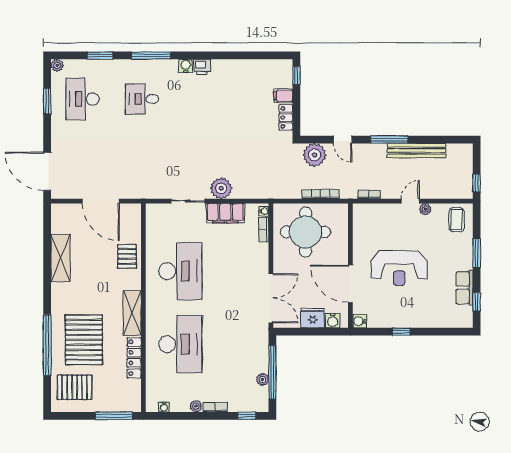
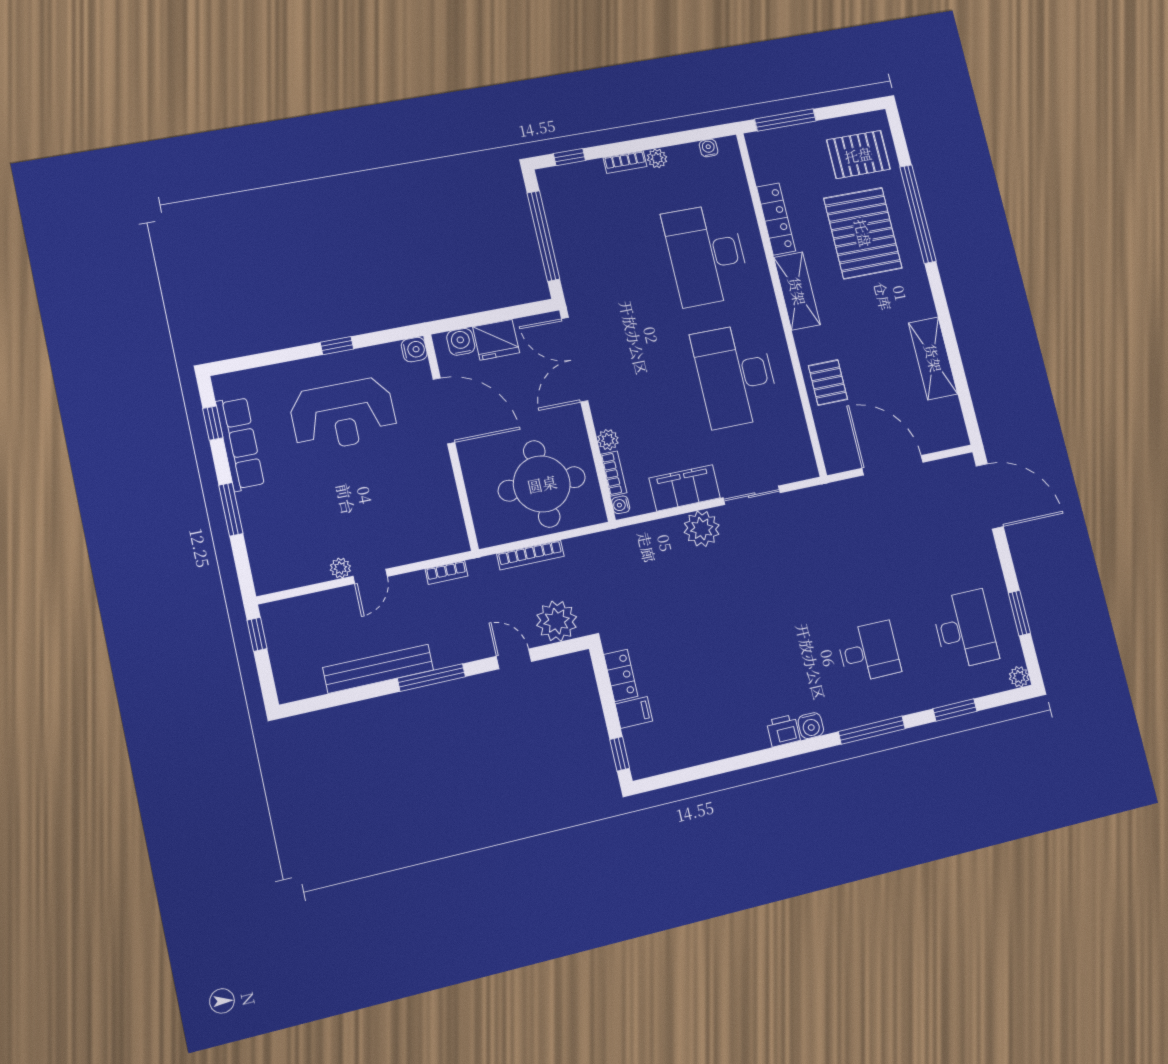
coffee table: (457, 220) -> (280, 561), removed
reception desk: (399, 268) -> (343, 415), moved, turned 180
row of seats: (464, 288) -> (240, 444), width x1.48
plant: (263, 379) -> (608, 440), moved

